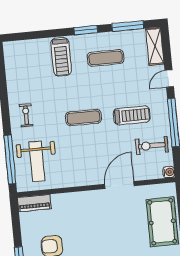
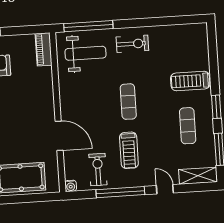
exercise bike: (26, 115) -> (132, 44), width x1.38, depth x1.39
weight bench: (37, 161) -> (85, 53), turned 180

